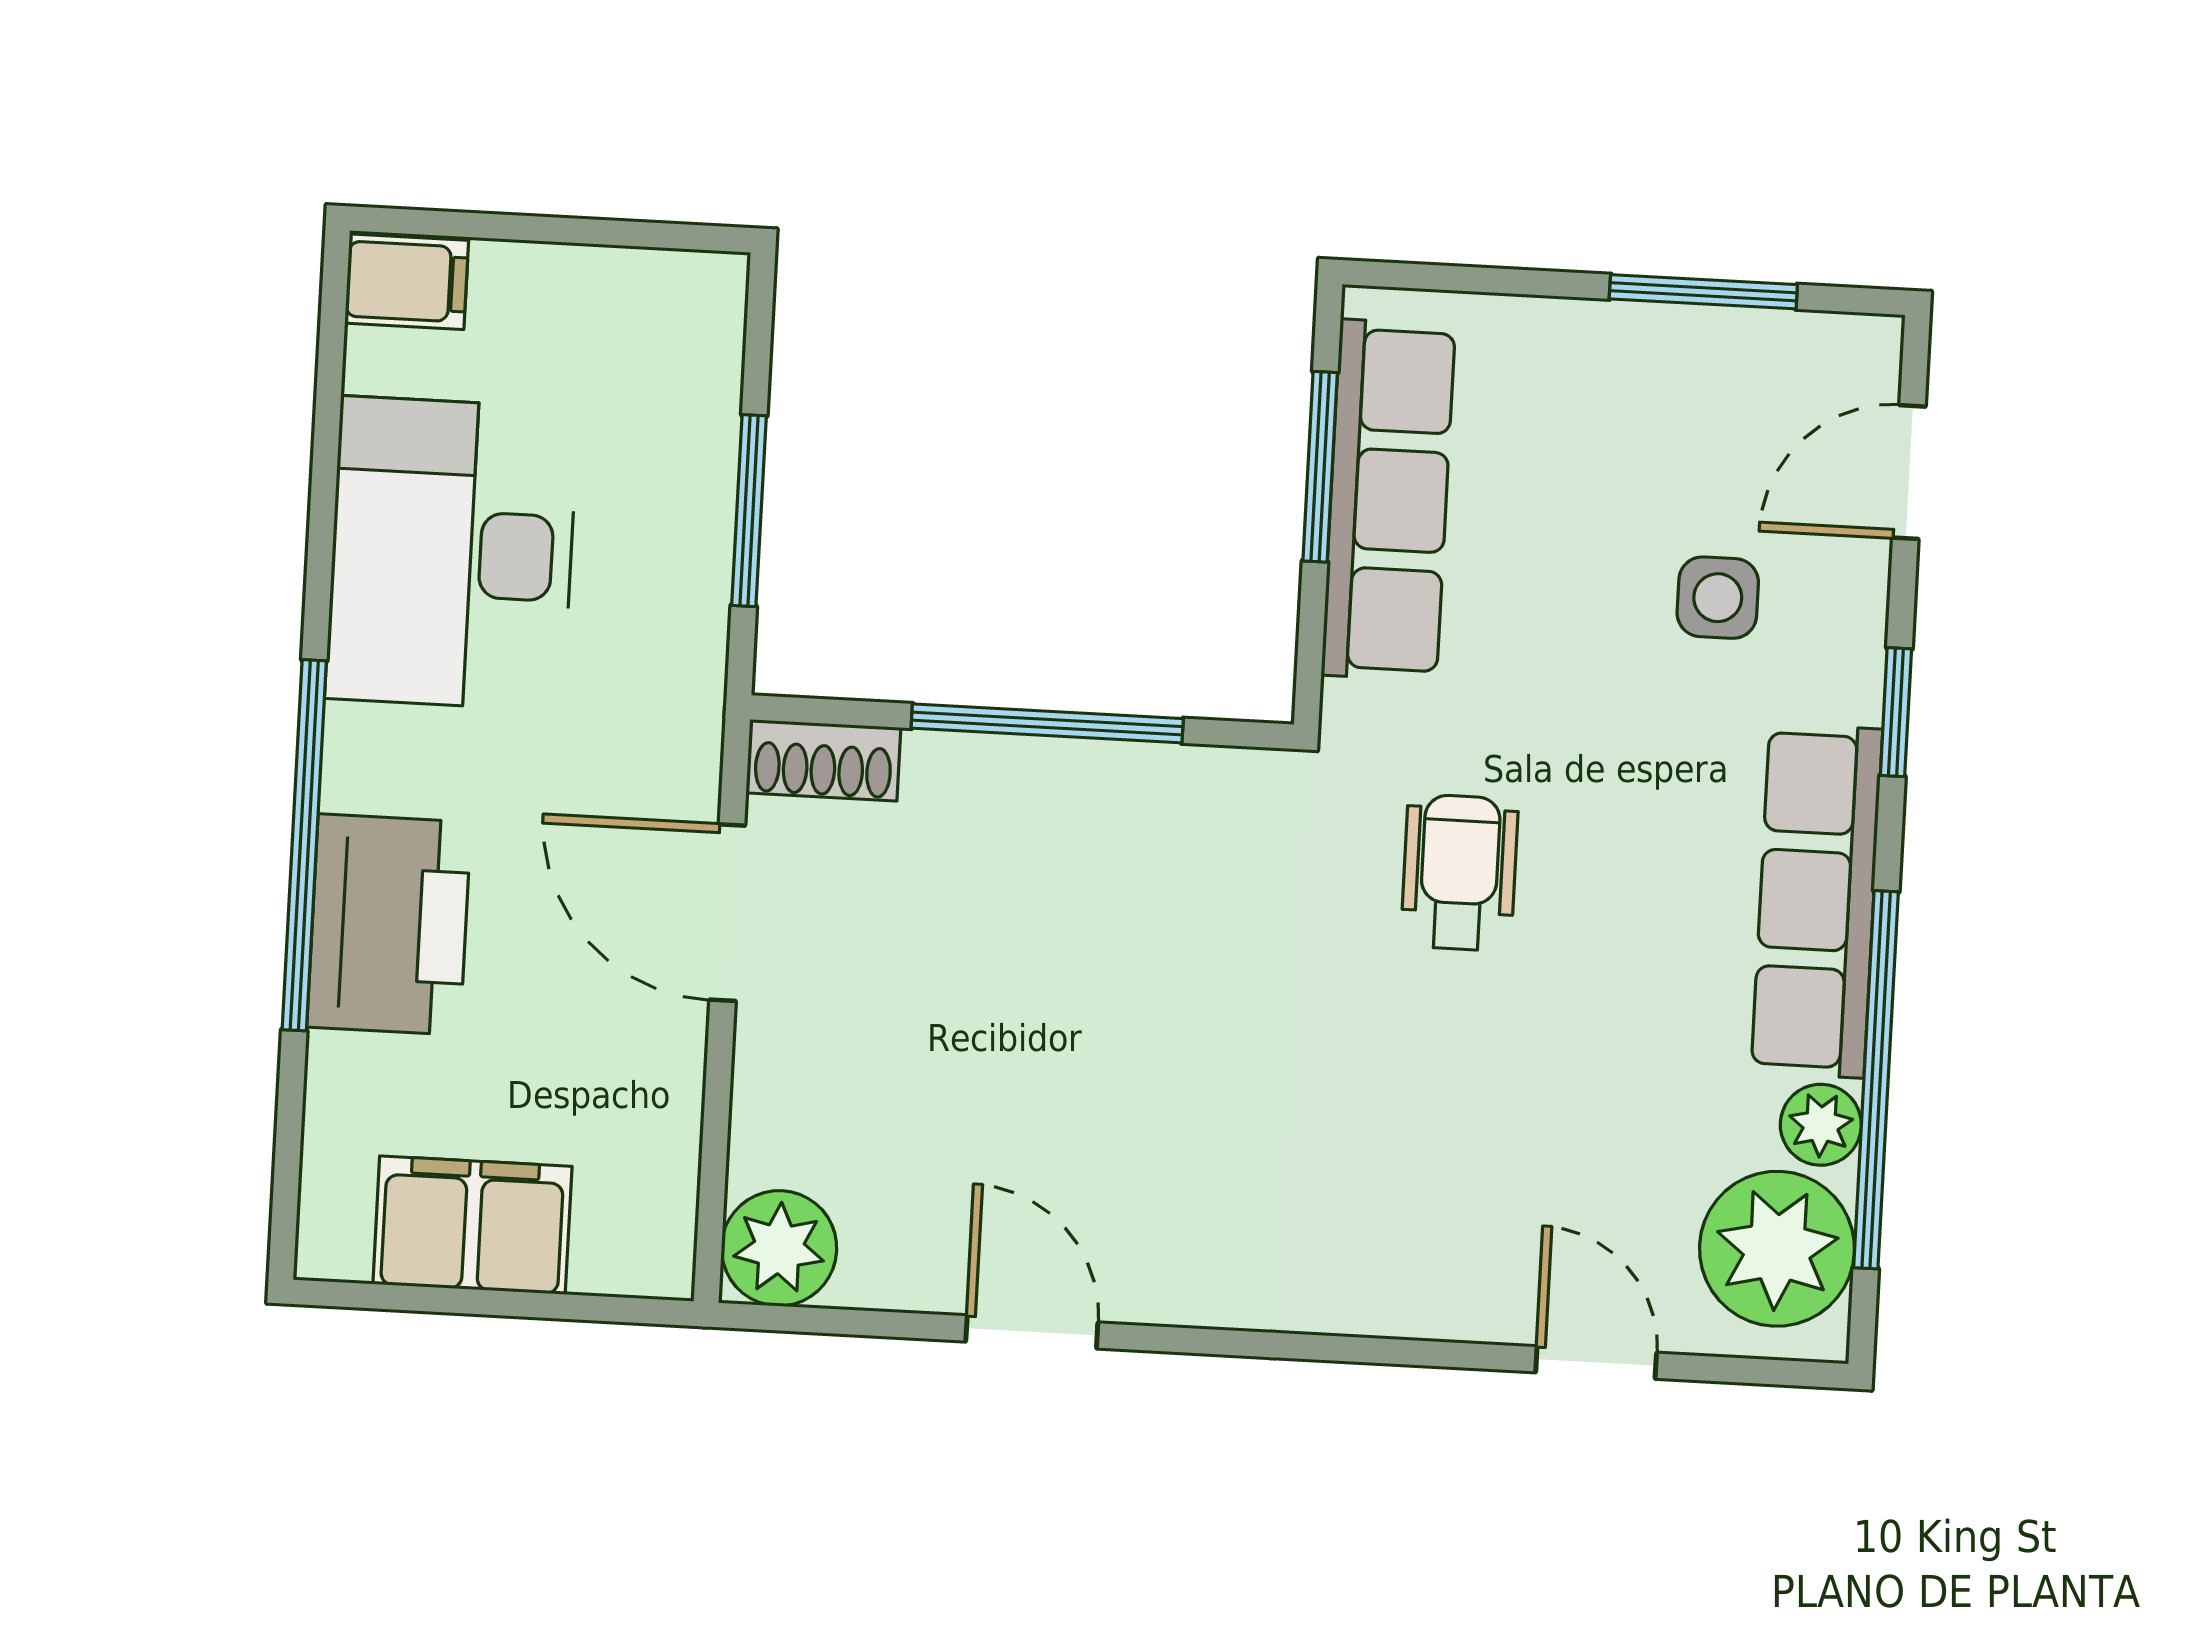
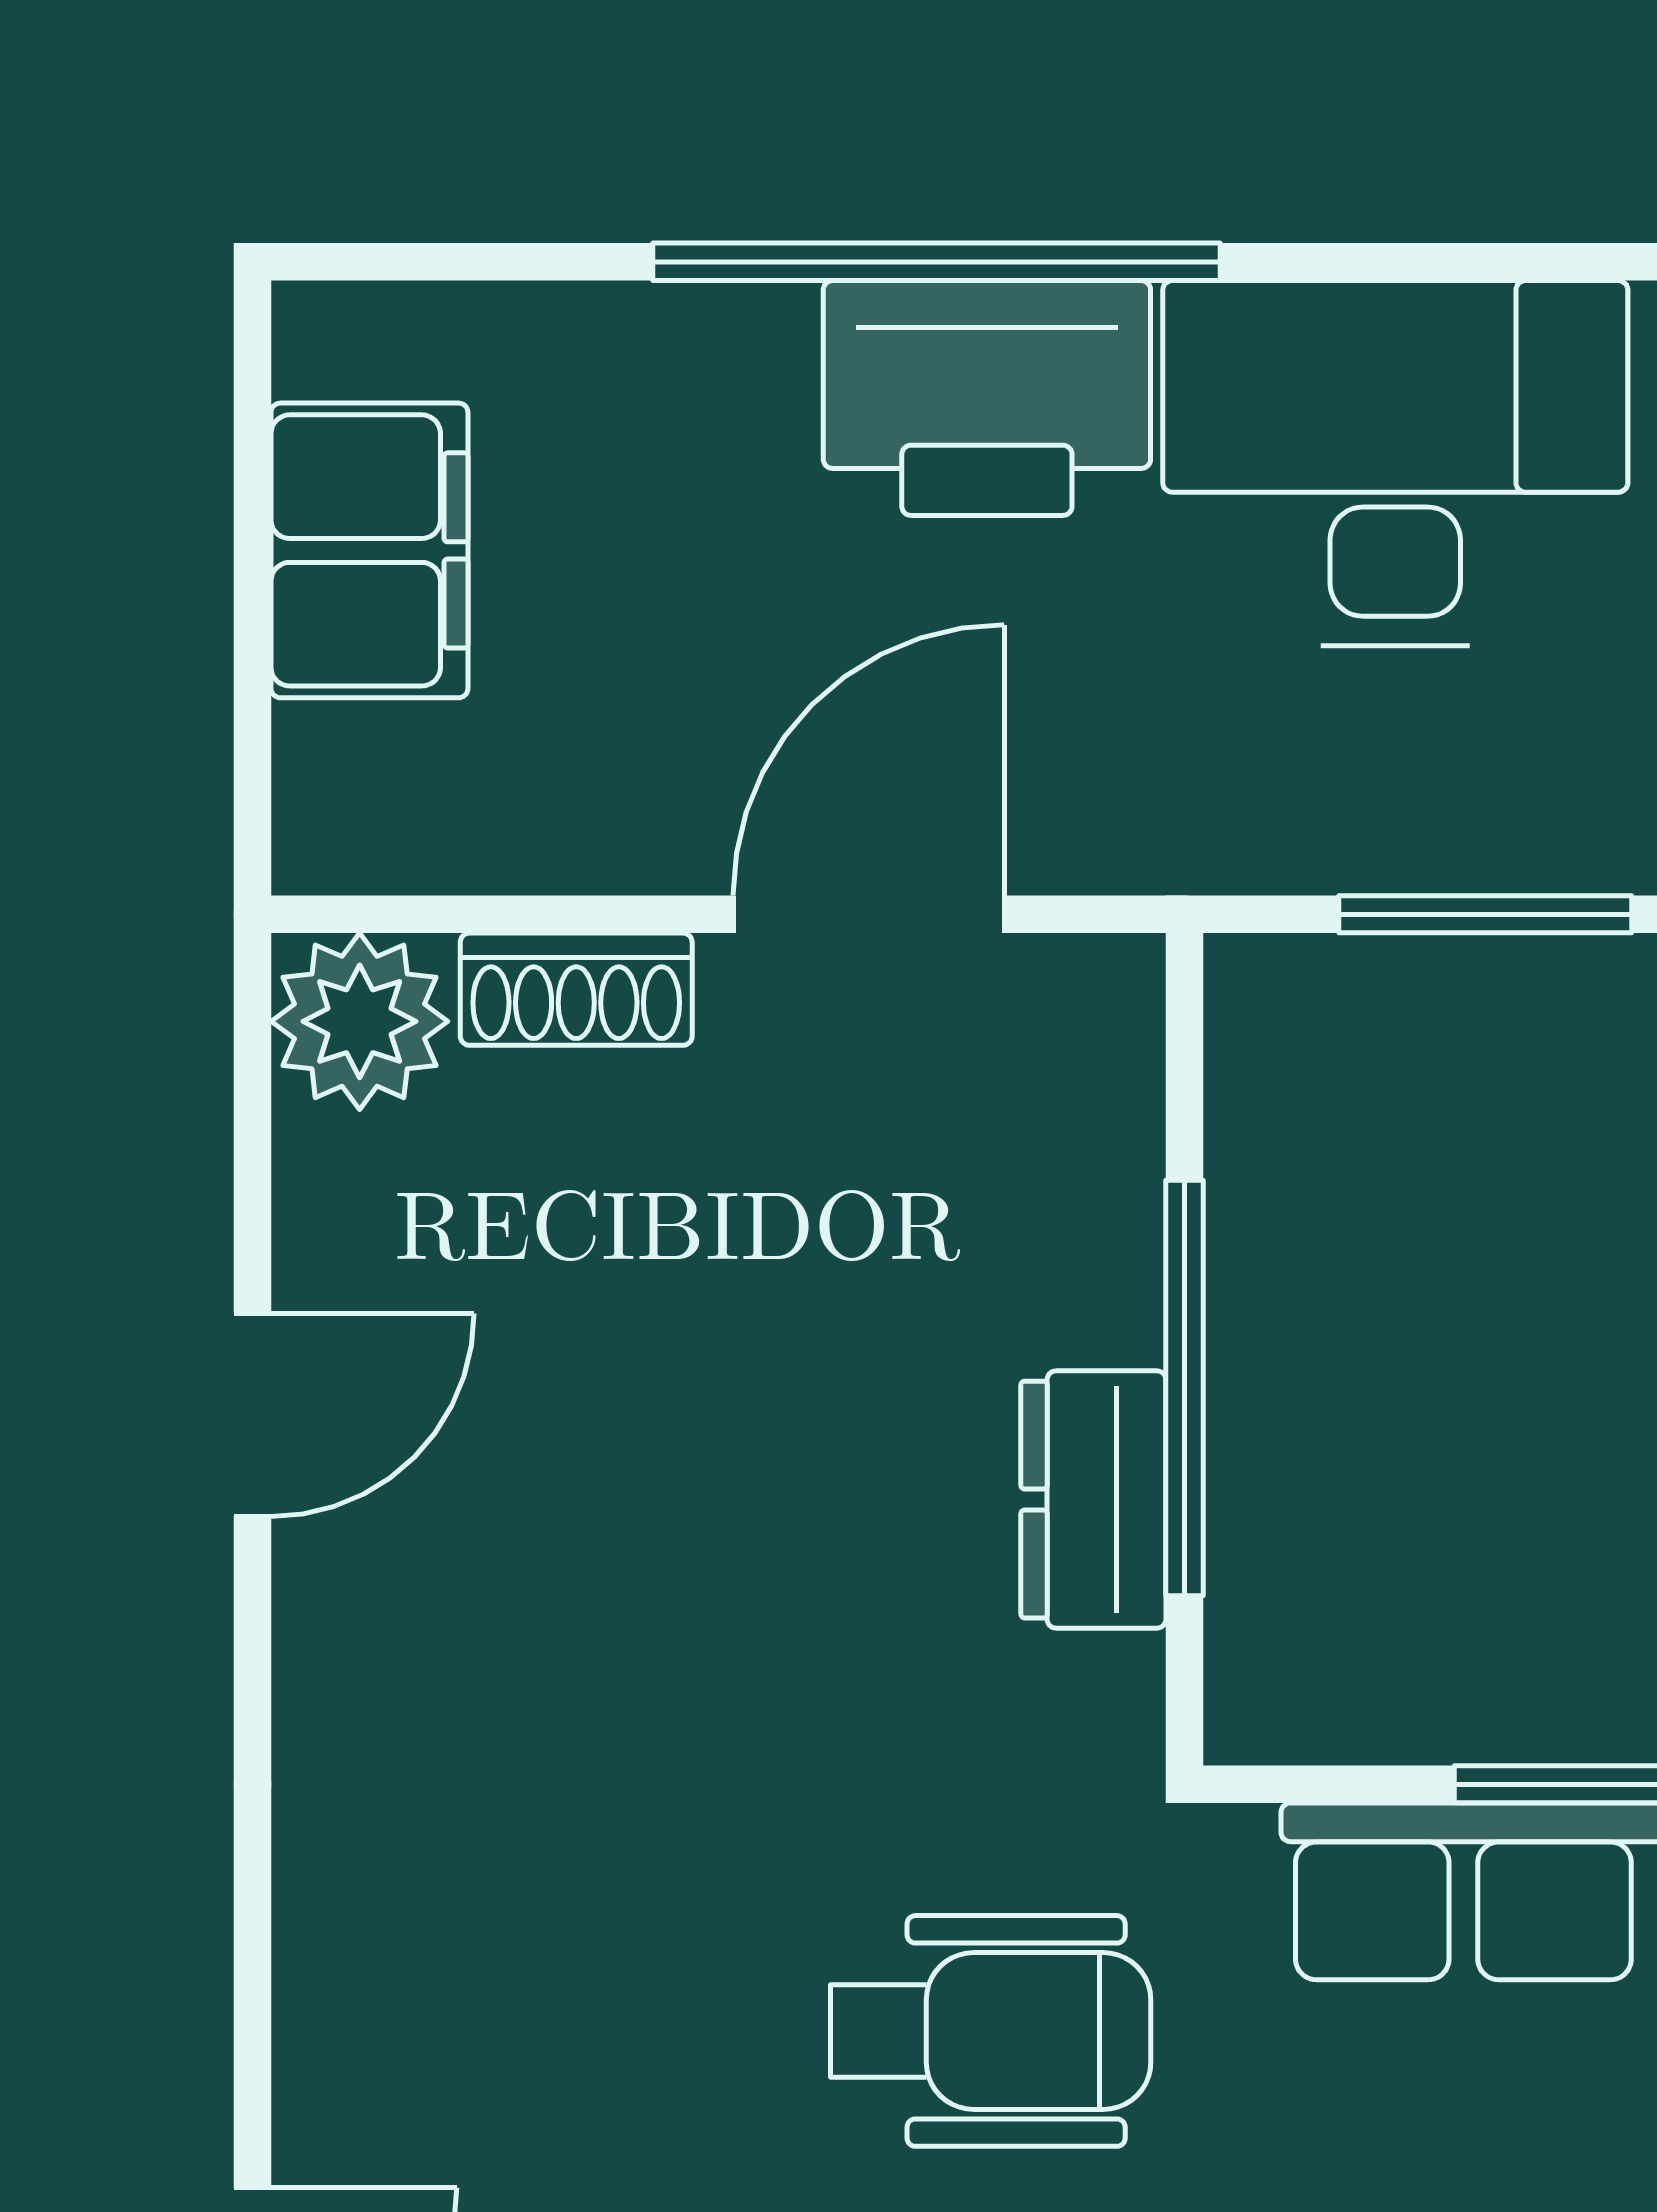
shoe rack: (823, 760) -> (576, 989), moved, turned -90
dresser: (1117, 787) -> (1093, 1500), added
wheelchair: (1459, 873) -> (991, 2031), width x1.36, depth x1.37
printer: (389, 925) -> (987, 398), moved

